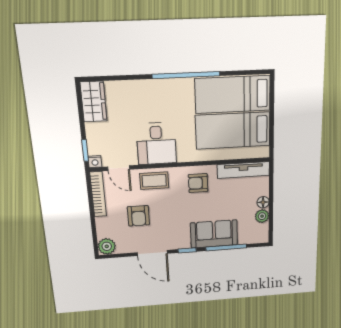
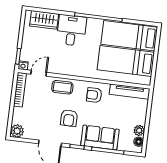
wardrobe: (94, 102) -> (44, 20), moved, turned 90
desk: (156, 144) -> (71, 30), moved, turned 180
door: (119, 168) -> (39, 73), swing flipped
floor lamp: (263, 202) -> (139, 142), moved
armchair: (138, 216) -> (69, 118), moved

